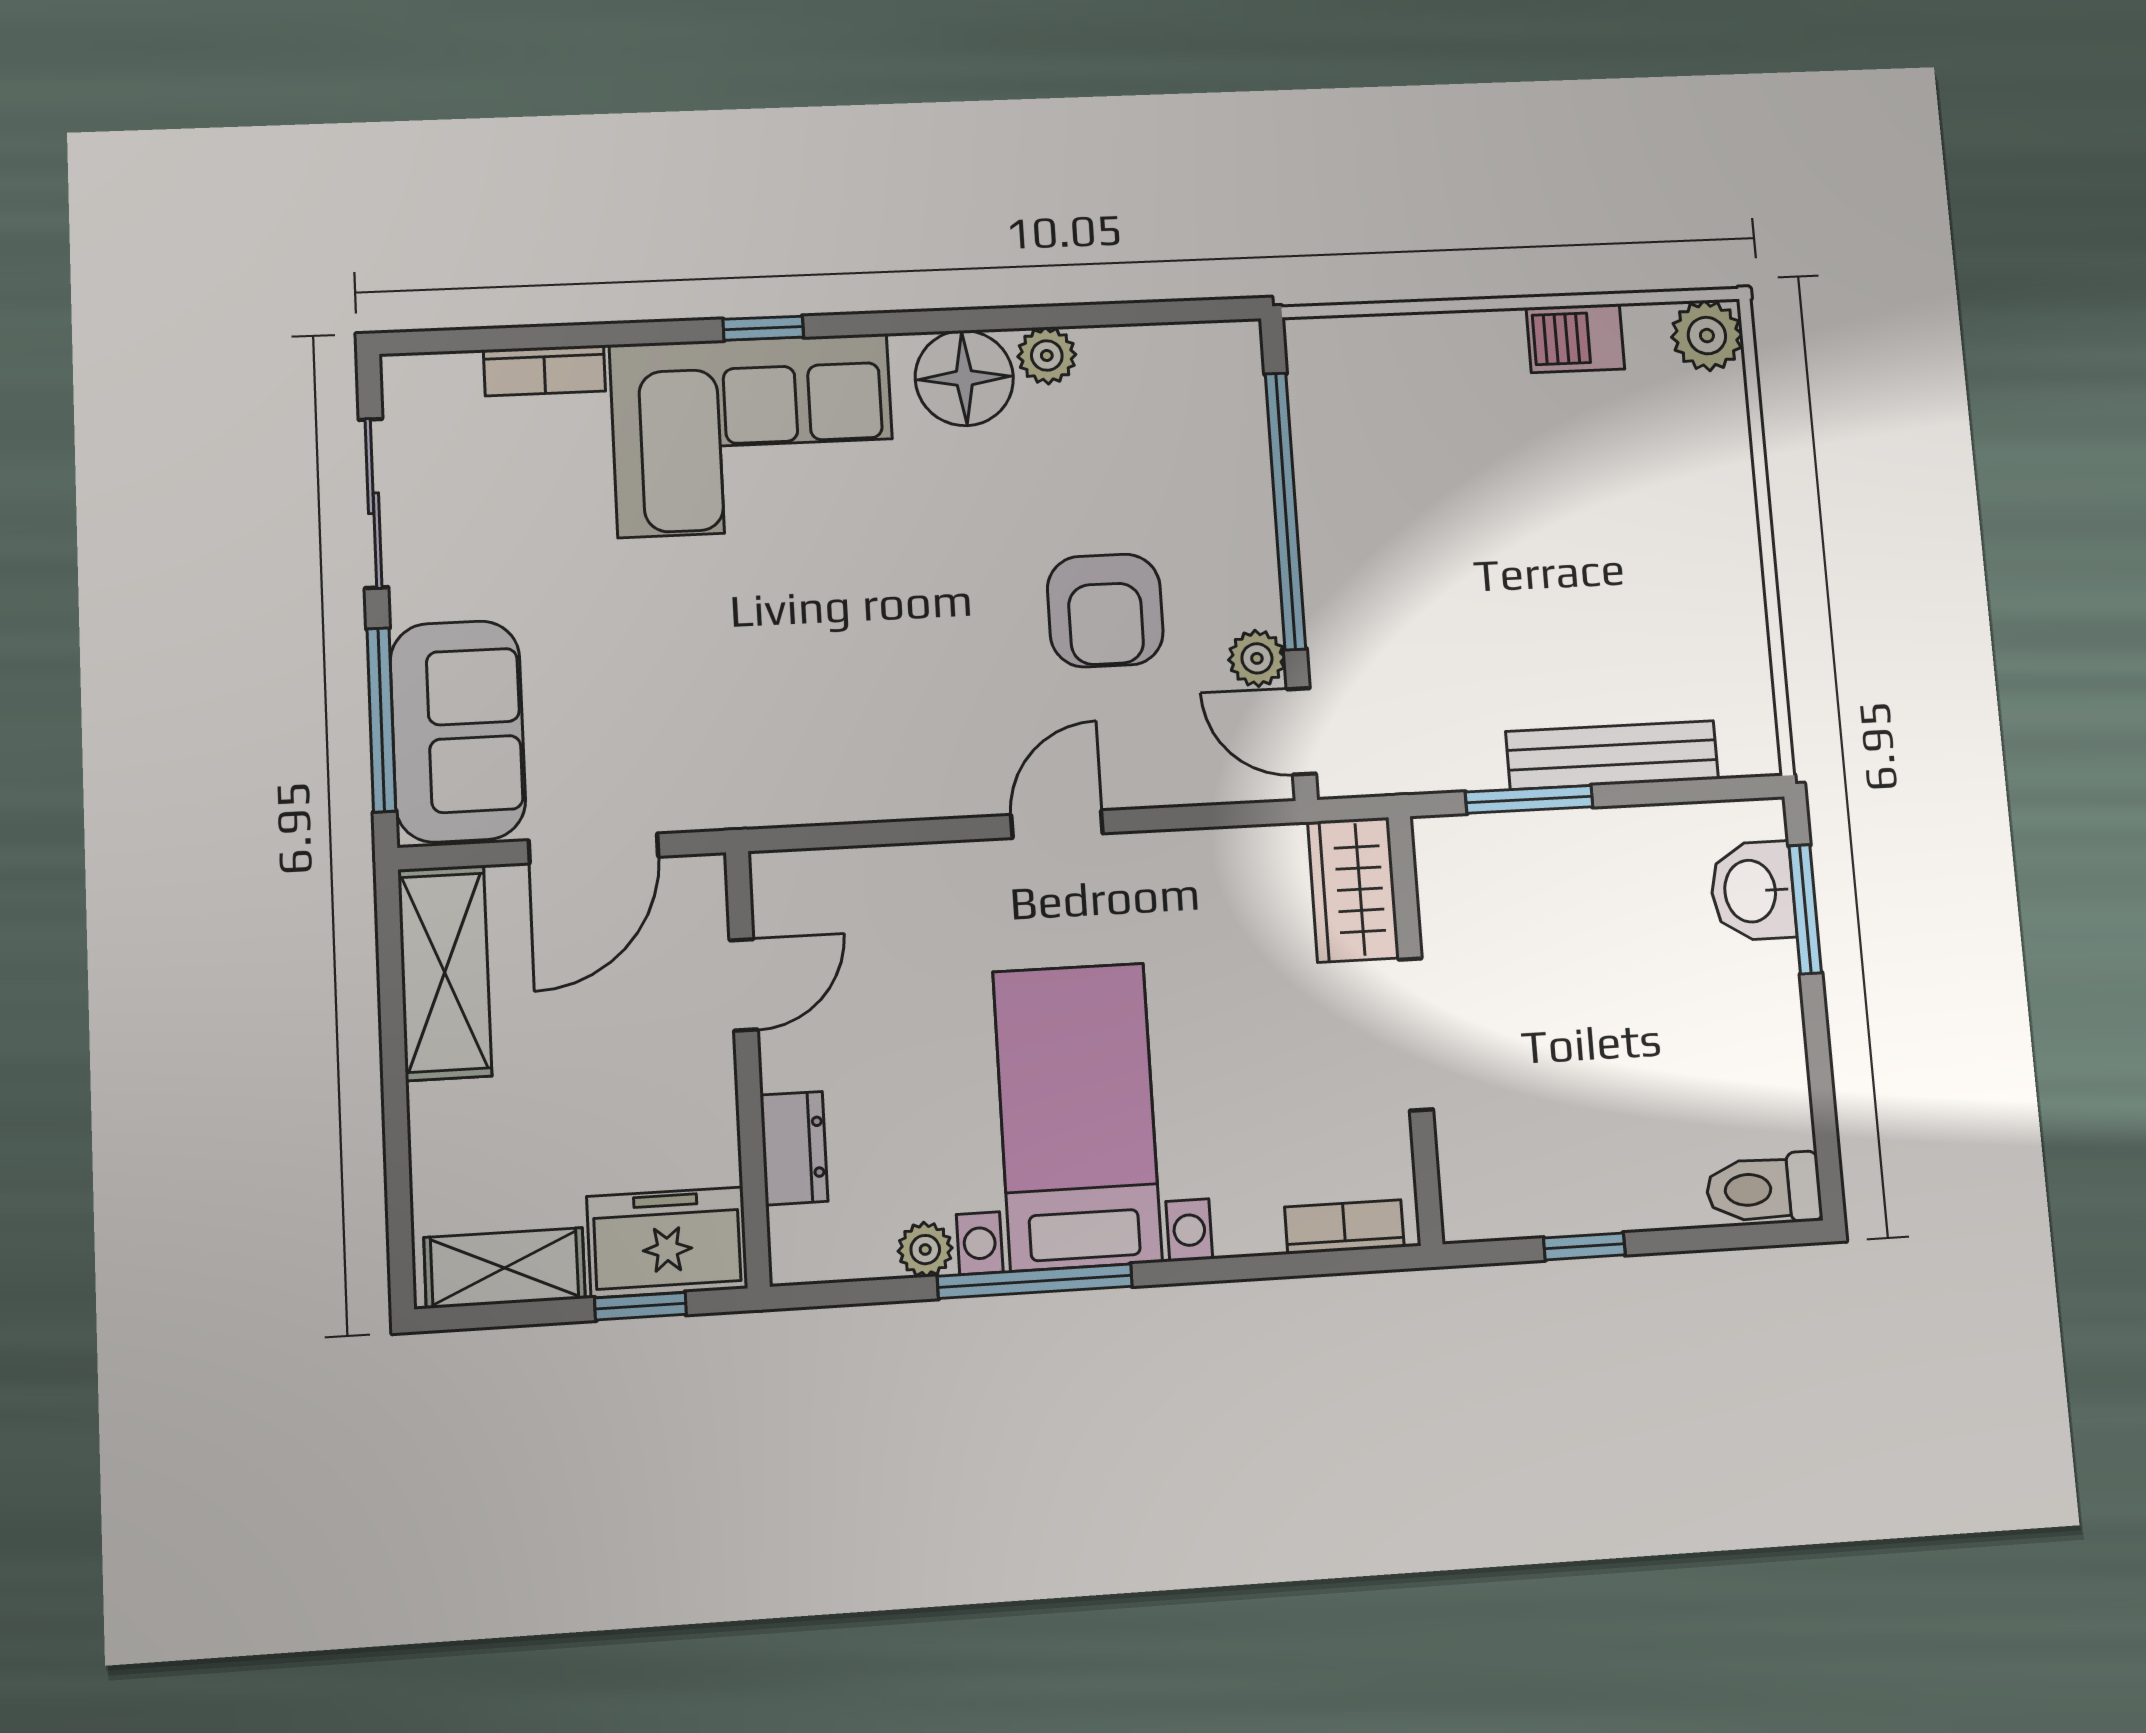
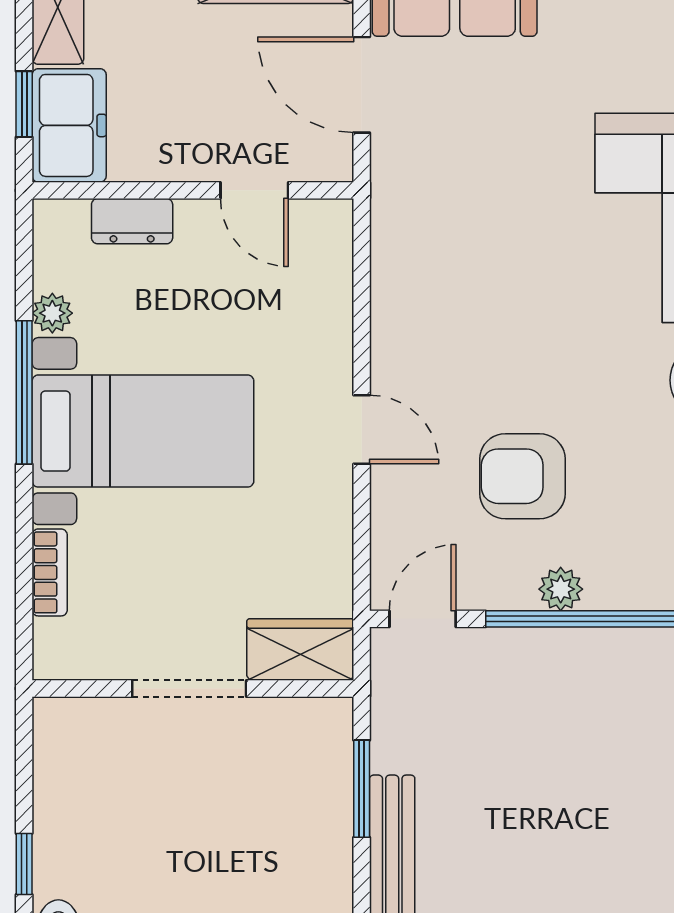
plant: (1257, 658) -> (561, 589), moved
bookcase: (1344, 1227) -> (50, 572), moved
window: (1584, 1246) -> (24, 864), moved

